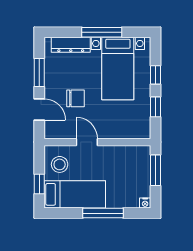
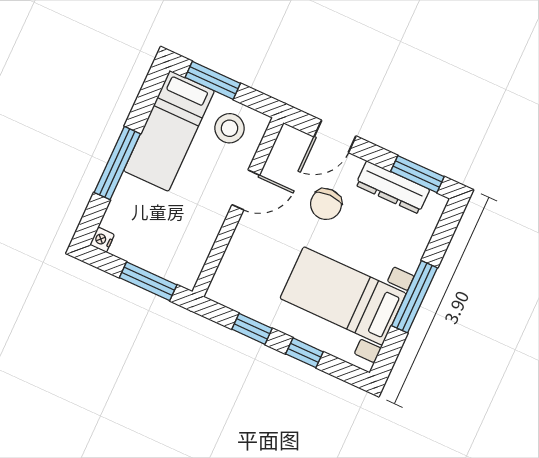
dresser: (71, 45) -> (393, 187), moved, turned -90
window: (39, 72) -> (417, 174), moved
window: (39, 184) -> (213, 80), width x1.50

